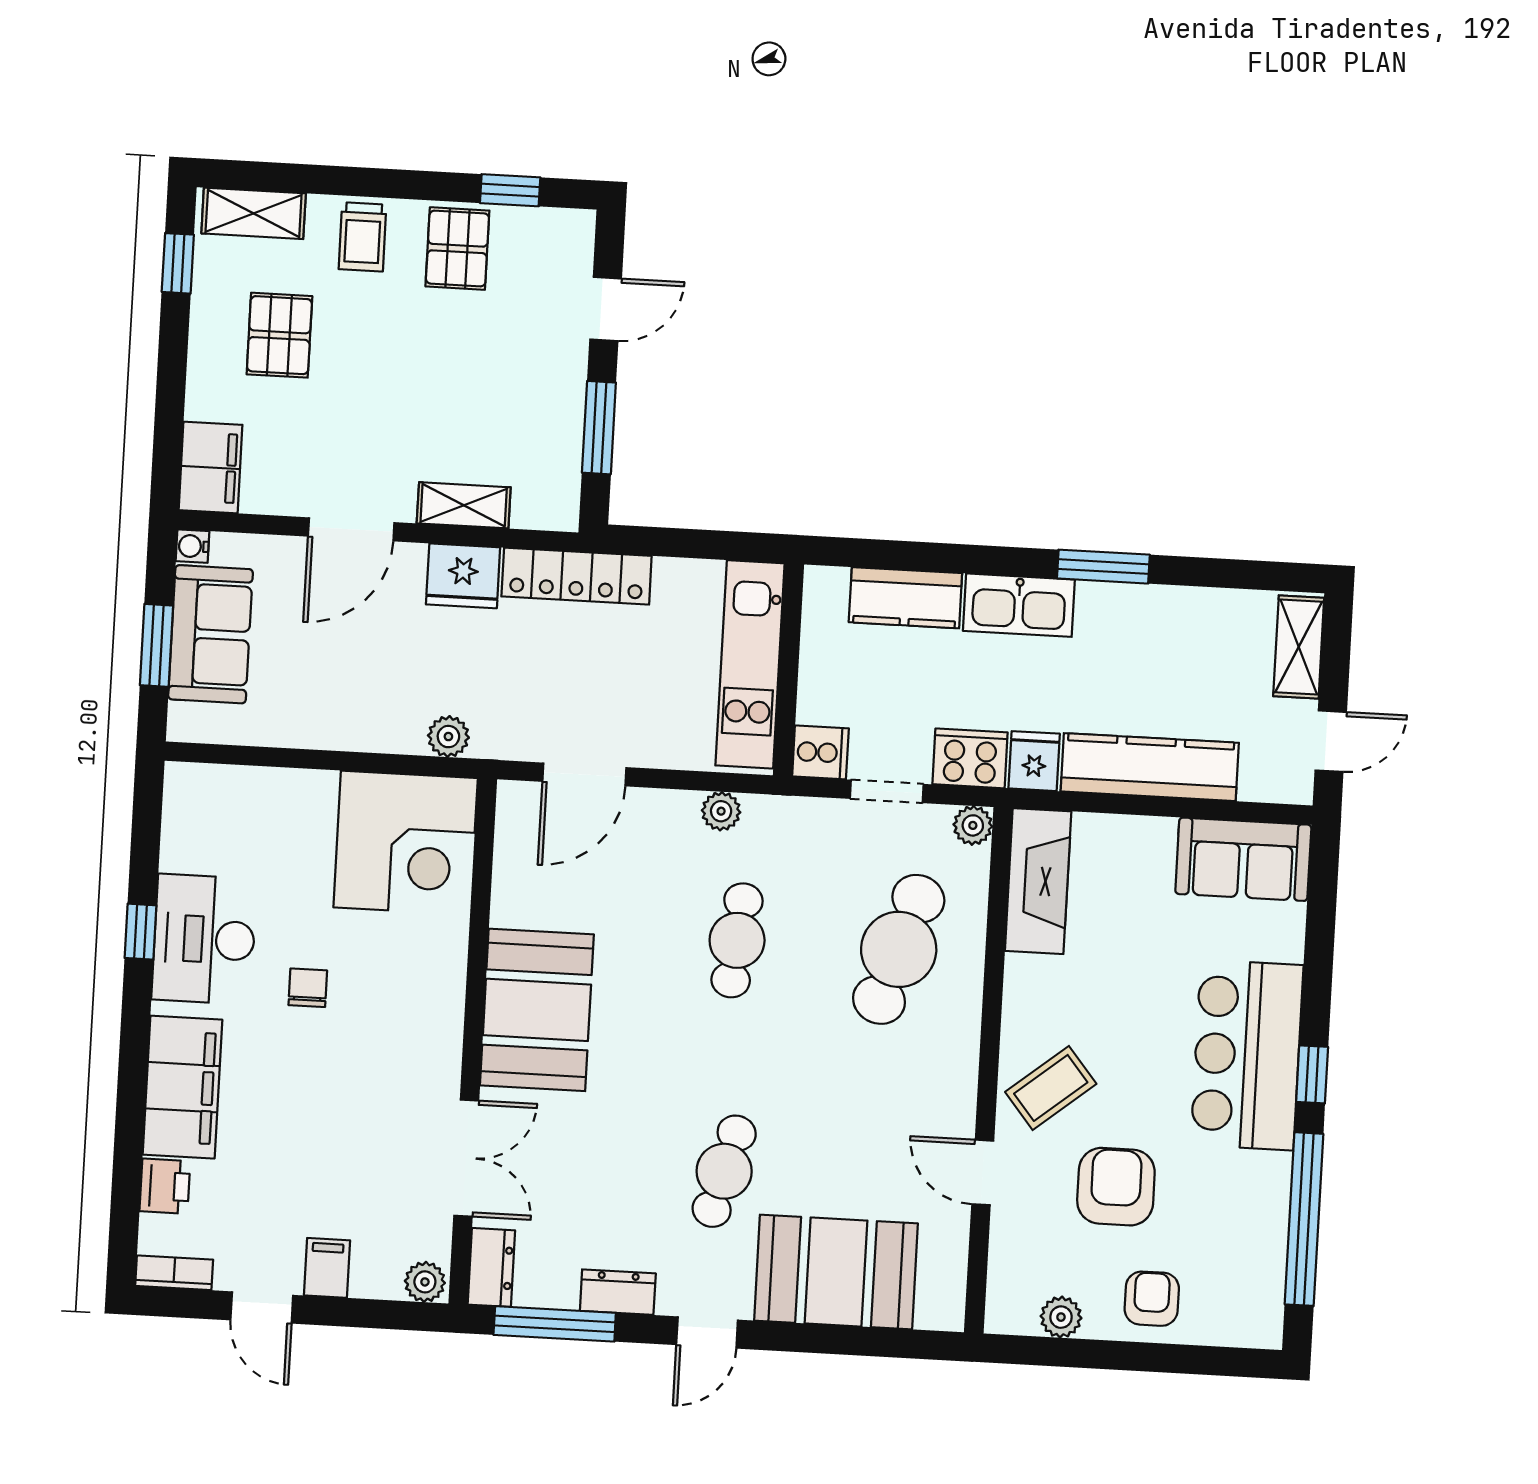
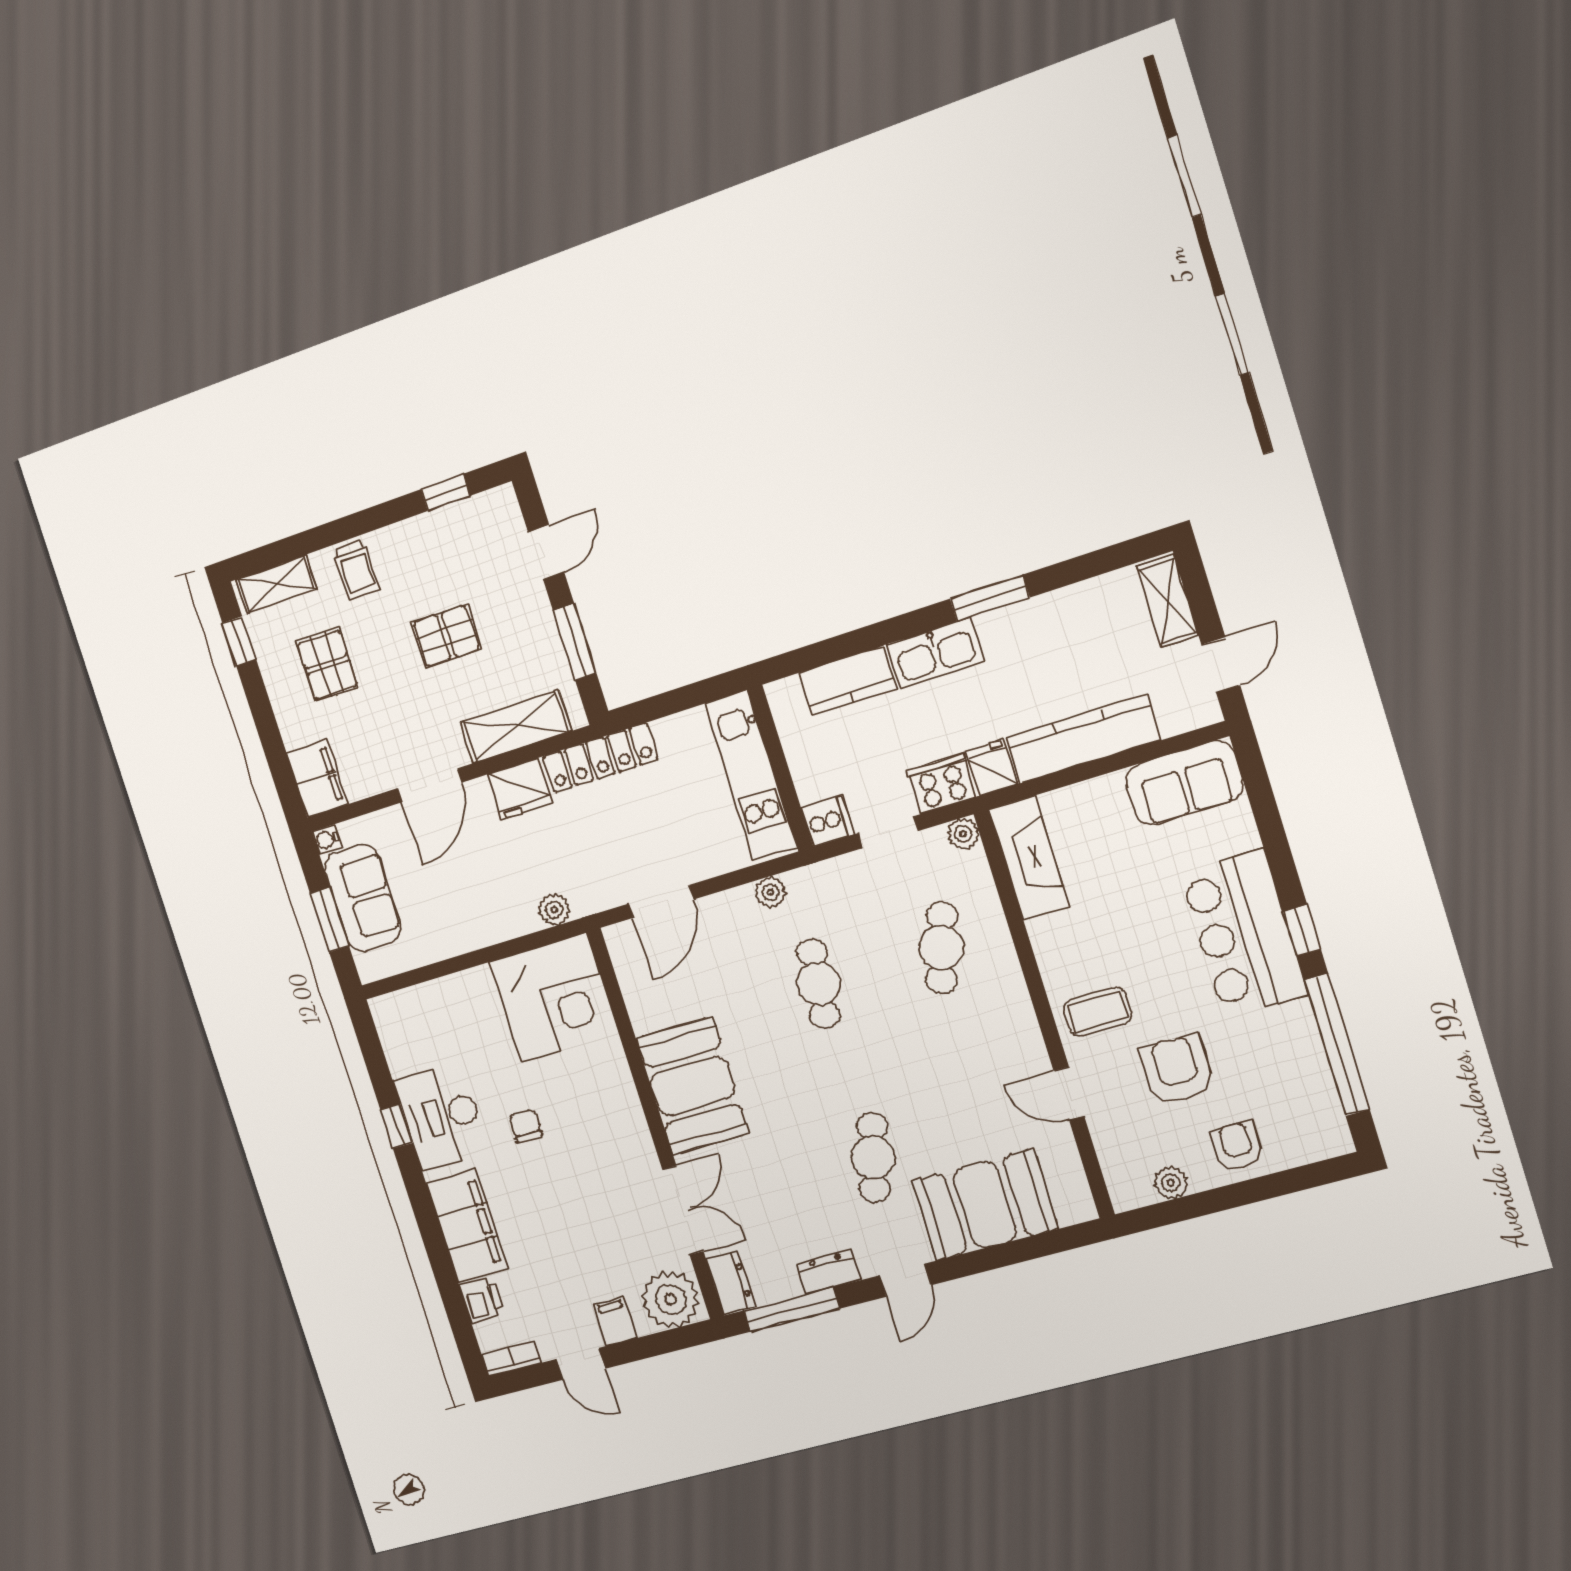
pallet: (457, 249) -> (446, 636), moved, turned 90
shelving: (464, 505) -> (516, 727), width x1.50, depth x1.33
cafe table: (899, 949) -> (942, 948), width x0.73, depth x0.74
coffee table: (1051, 1088) -> (1098, 1012), turned 39
plant: (425, 1282) -> (671, 1299), width x1.87, depth x1.87

